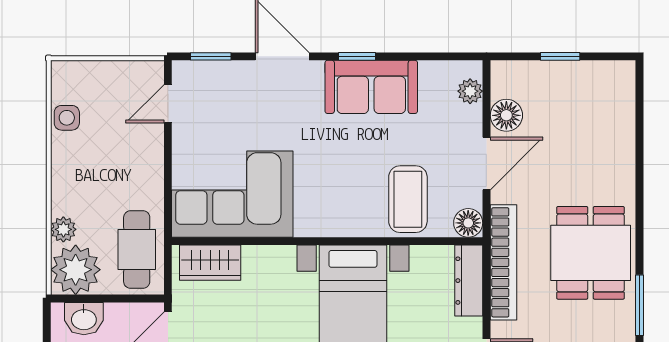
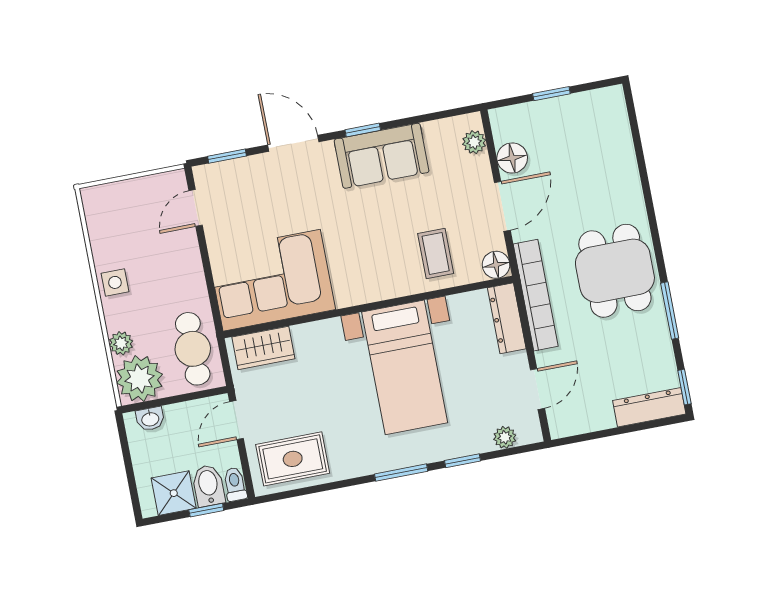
side table: (67, 118) -> (115, 282), moved
coffee table: (408, 199) -> (436, 254), width x0.73, depth x0.77
washbasin: (84, 319) -> (150, 419), width x0.72, depth x0.69

